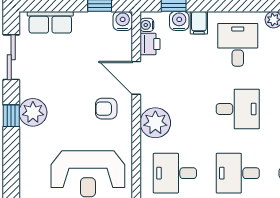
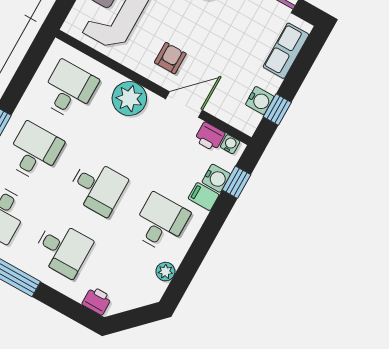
water cooler: (123, 21) -> (260, 100), moved
desk: (238, 45) -> (160, 223), turned -90
desk: (238, 109) -> (97, 187), turned -90

